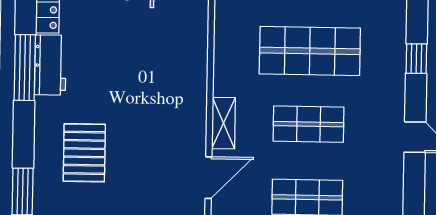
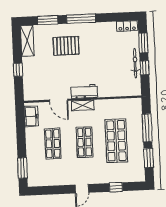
workbench: (50, 65) -> (84, 91), moved, turned 180
window: (25, 68) -> (81, 19), moved

